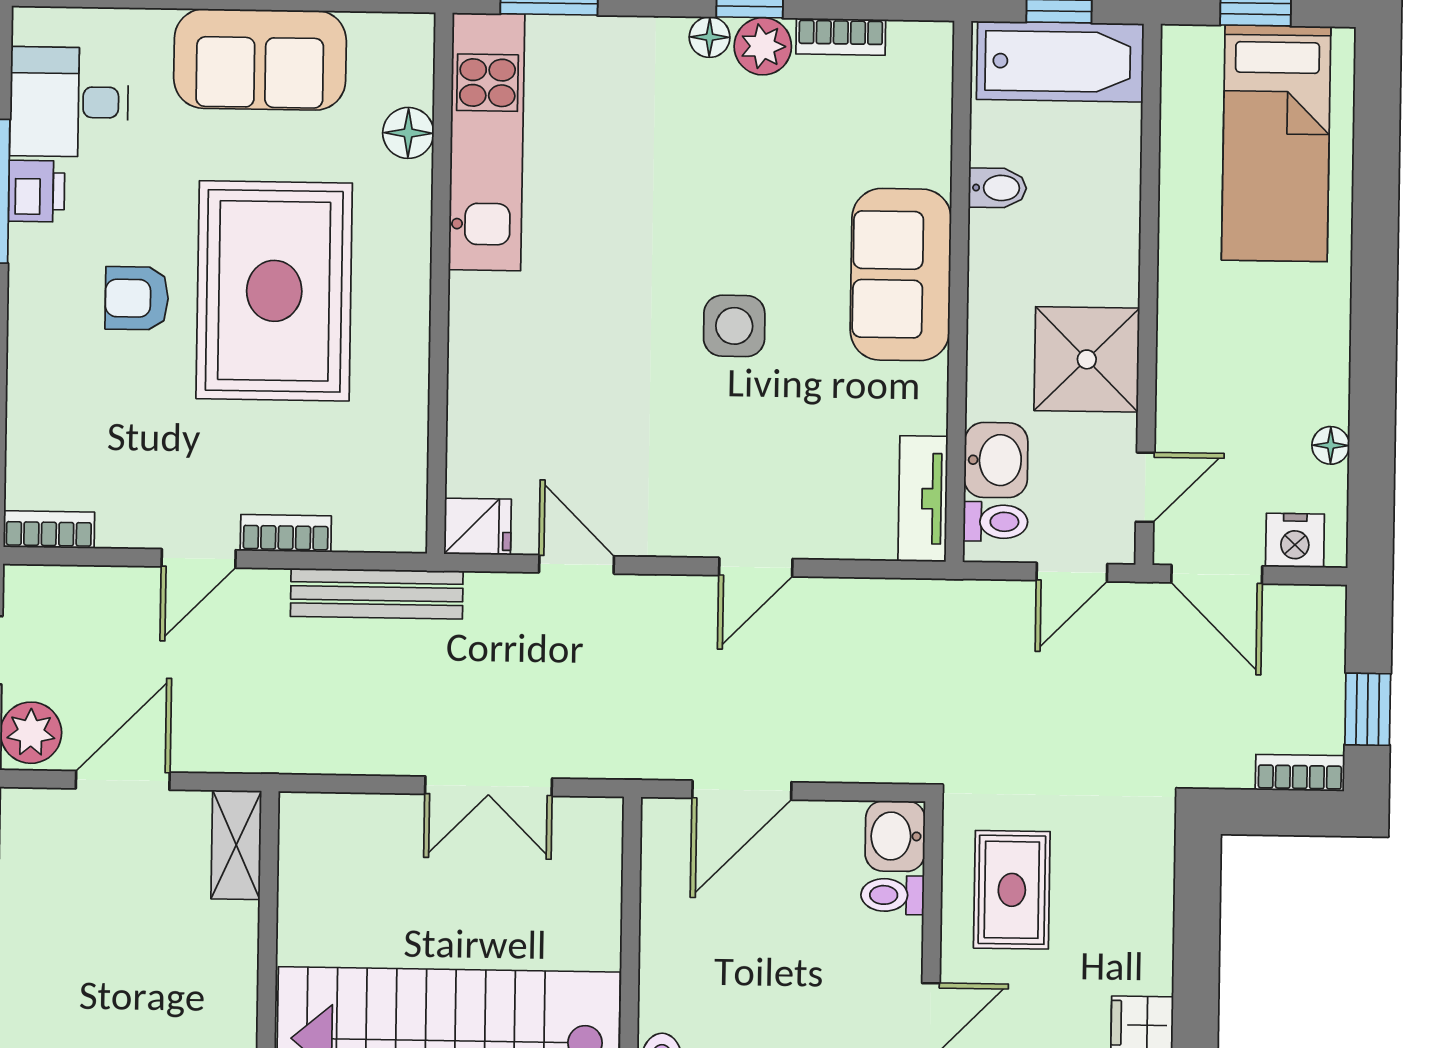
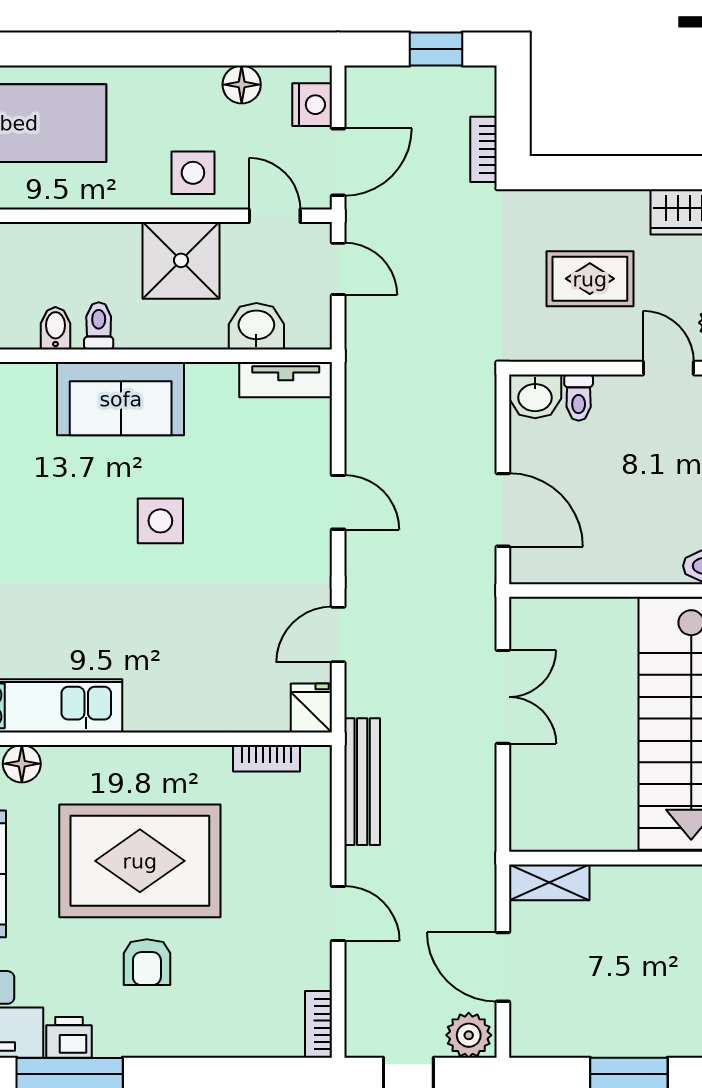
side table: (1205, 377) -> (193, 173), added
floor lamp: (1331, 445) -> (242, 85), width x1.37, depth x1.37
toilet: (995, 522) -> (99, 326), moved
bookcase: (286, 533) -> (266, 758), moved, turned -90
bookcase: (1300, 773) -> (484, 149), moved
rug: (1012, 890) -> (590, 279), moved

